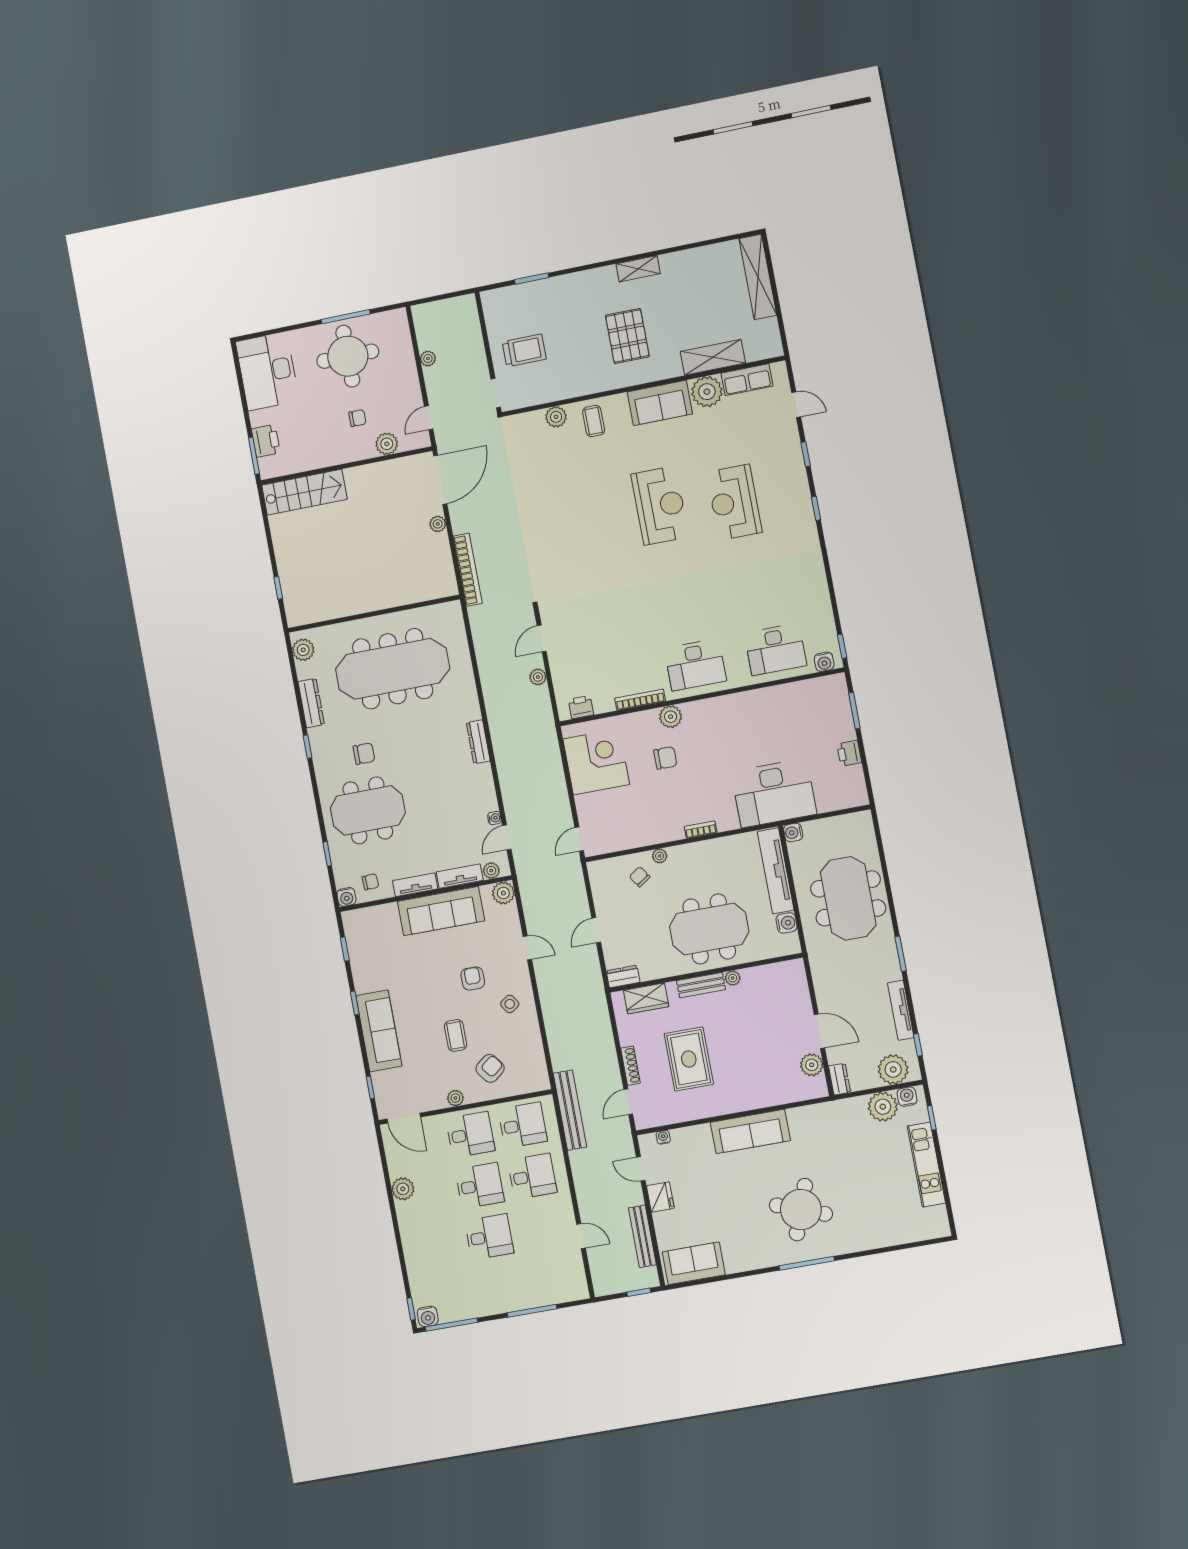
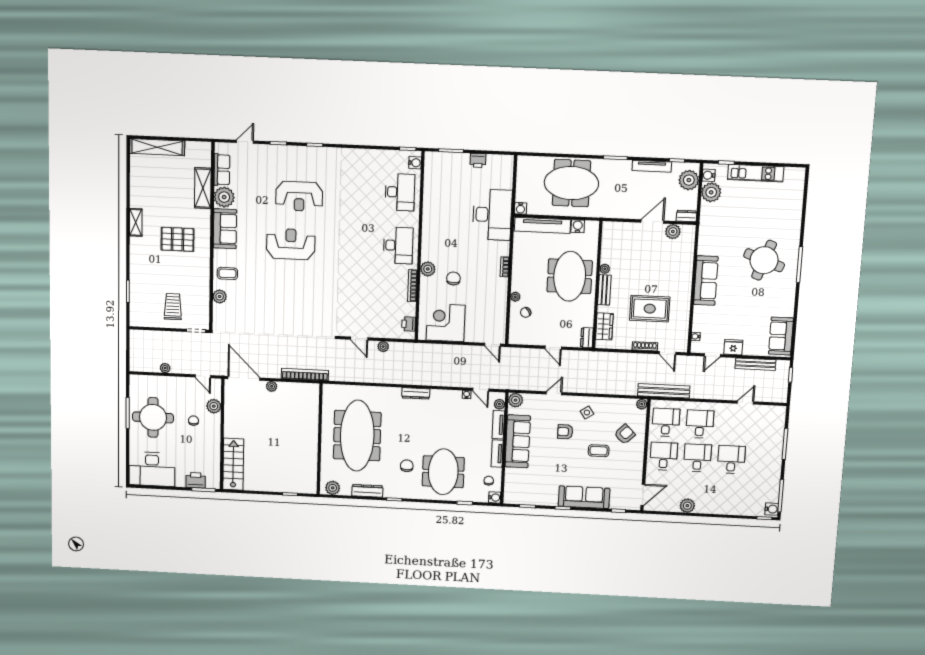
armchair: (490, 1068) -> (625, 434), turned 83
plant: (455, 1098) -> (642, 404), moved

